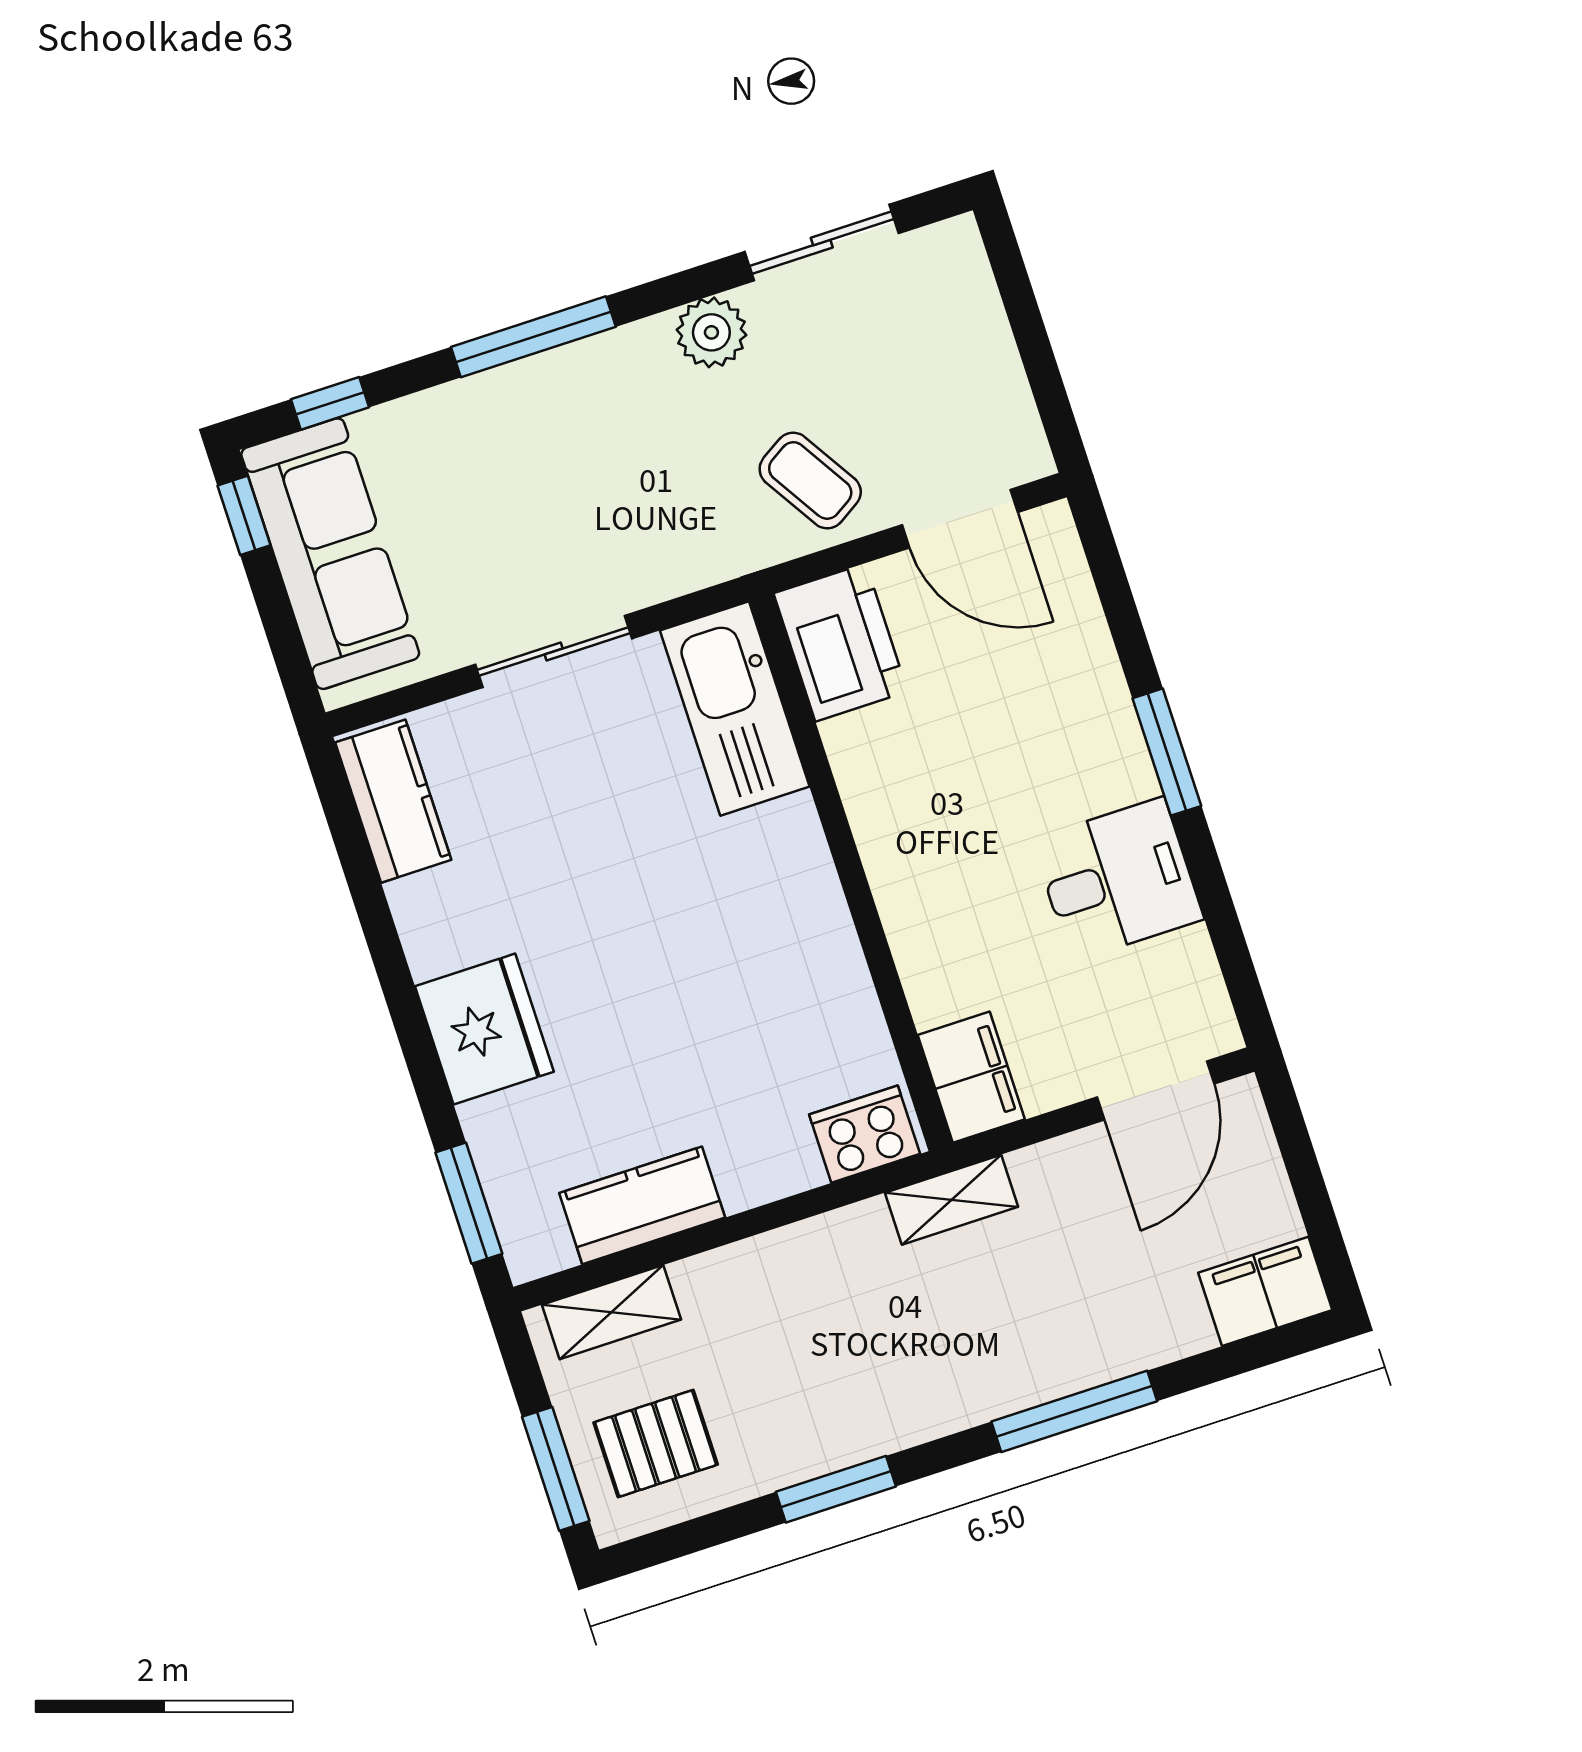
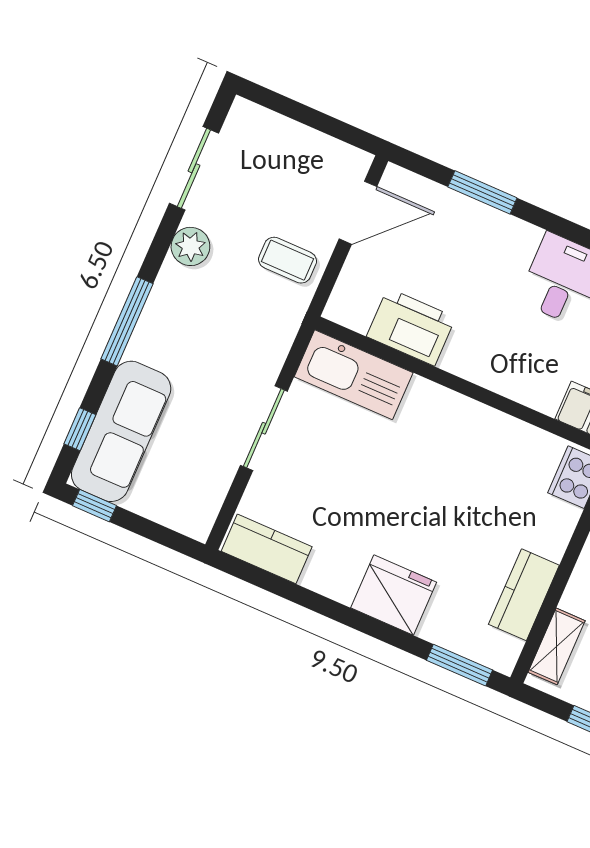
coffee table: (810, 480) -> (288, 260), turned 32
sofa: (330, 554) -> (121, 431), moved, turned 90
printer: (841, 642) -> (411, 327), moved
window: (1167, 752) -> (482, 192), moved

